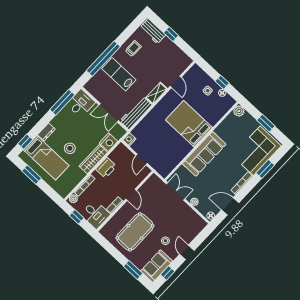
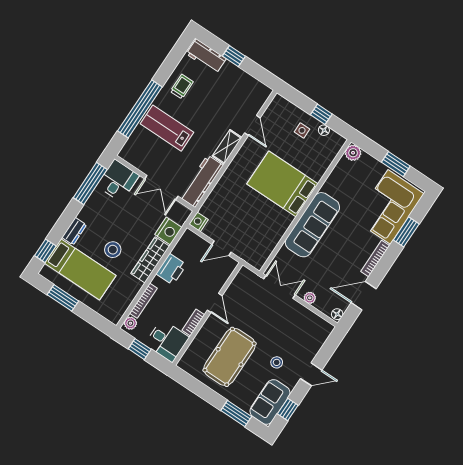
door: (142, 159) -> (221, 248), hinge flipped
door: (187, 252) -> (311, 374), swing flipped

